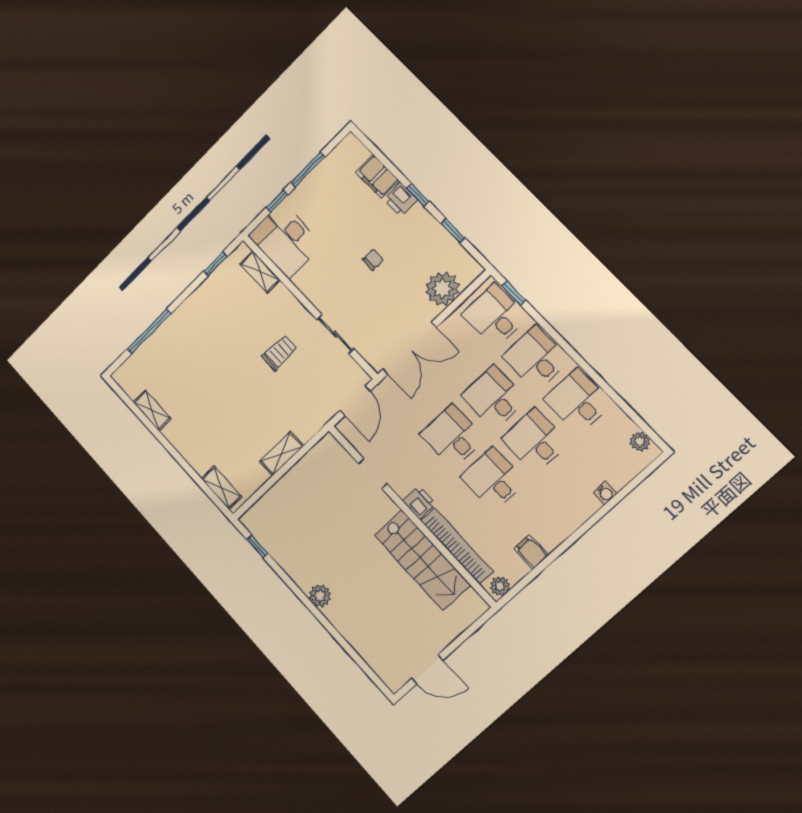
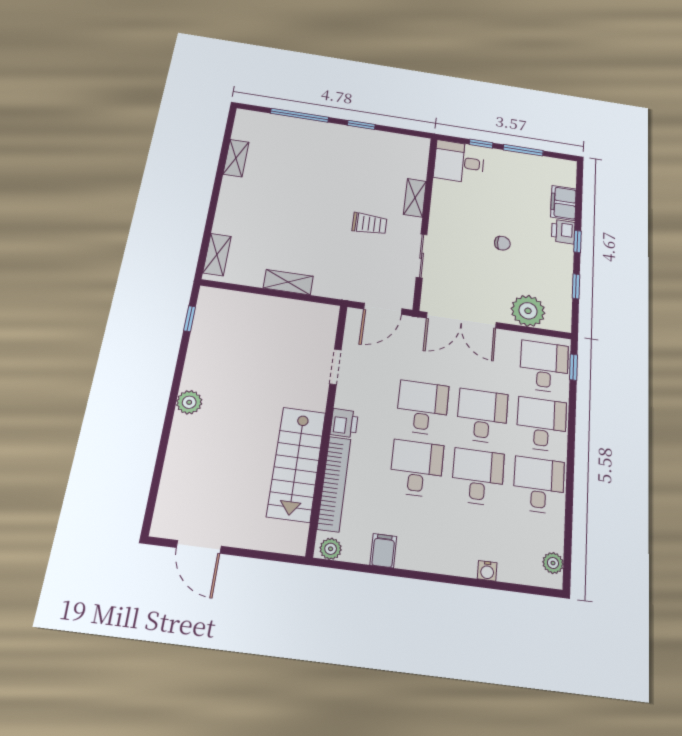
desk: (285, 240) -> (459, 162), width x0.73
window: (215, 264) -> (361, 125), moved
shelving: (260, 272) -> (415, 198), moved

